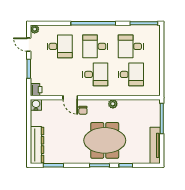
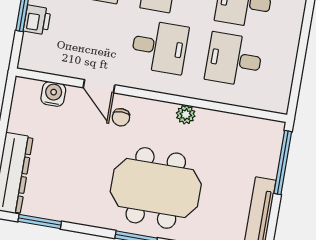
desk: (131, 74) -> (234, 60), turned 180
printer: (36, 90) -> (37, 20), moved
water cooler: (36, 105) -> (53, 94), moved

